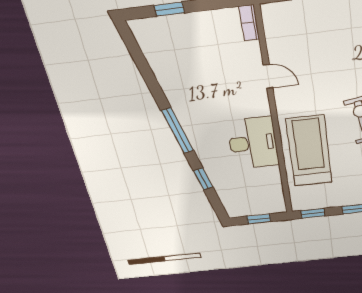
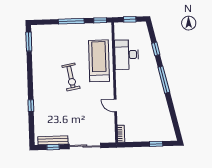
desk: (253, 143) -> (127, 55), moved
treadmill: (309, 151) -> (99, 61), turned 180

